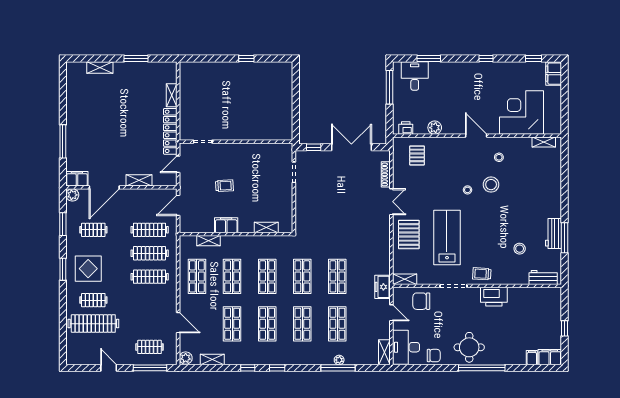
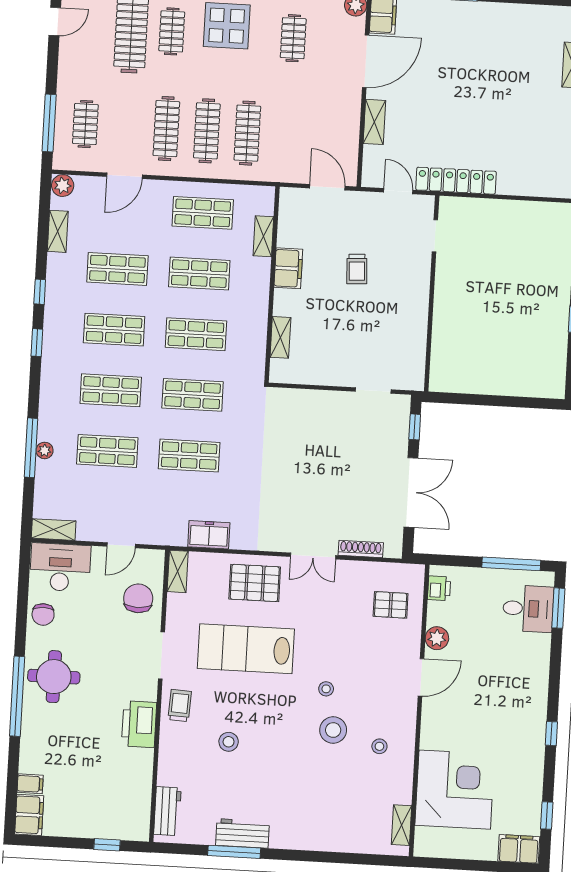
window: (429, 59) -> (558, 608), moved
shelving: (172, 95) -> (518, 187), removed
door: (476, 136) -> (421, 677), moved
door: (104, 187) -> (366, 61), swing flipped
clothes rail: (150, 230) -> (166, 129), moved
lab bench: (447, 237) -> (246, 649), turned 180
stool: (520, 249) -> (229, 742), moved
freezer: (382, 287) -> (209, 535), moved
window: (564, 328) -> (107, 845), moved
door: (109, 368) -> (55, 21), moved

